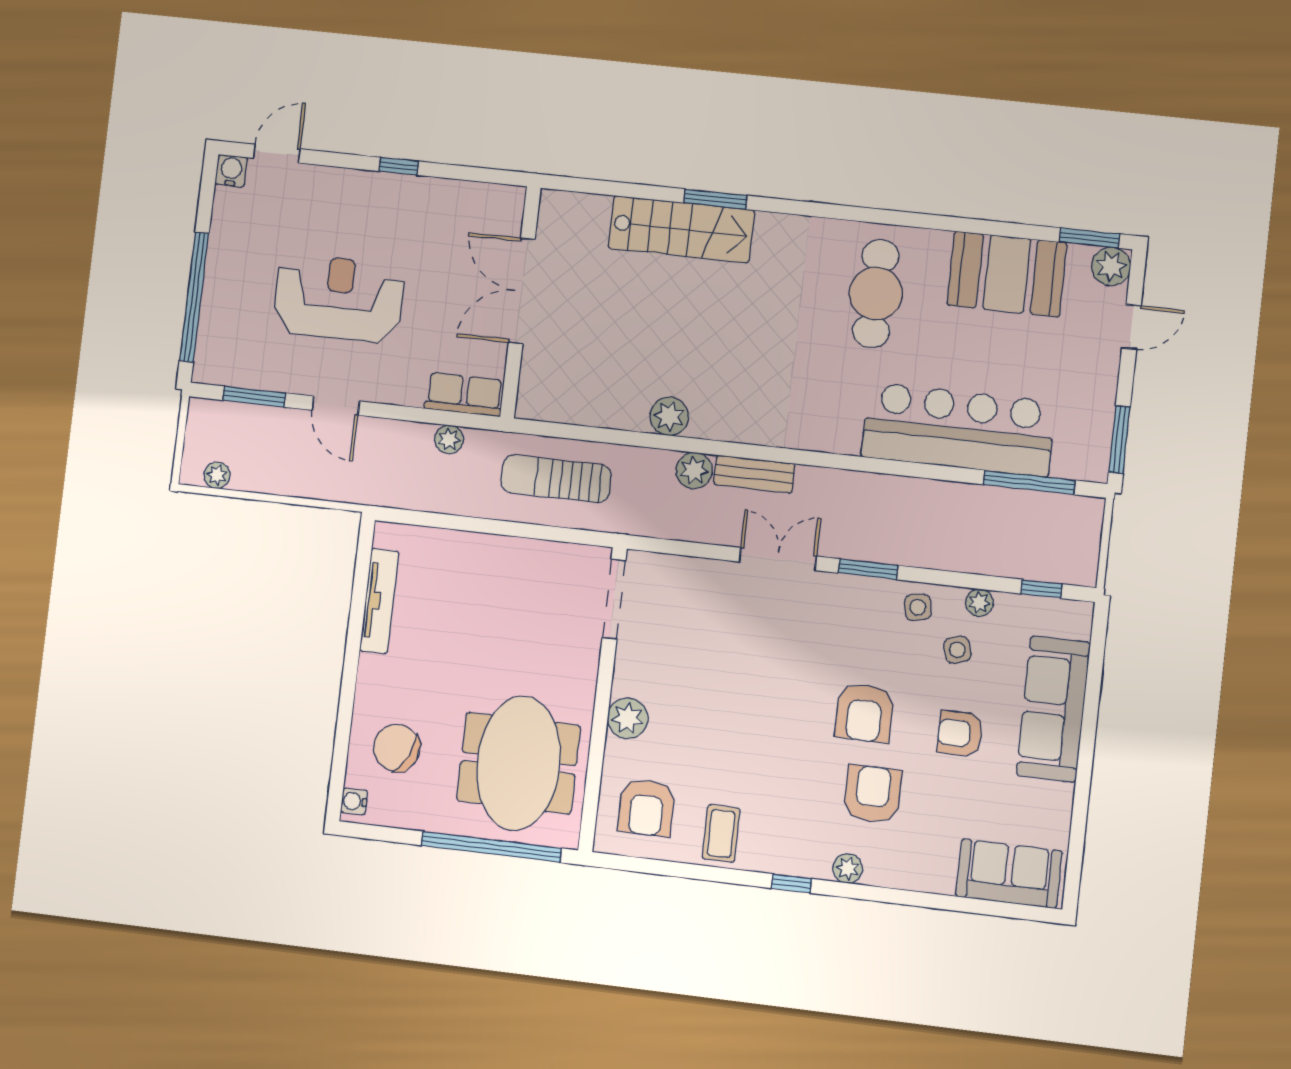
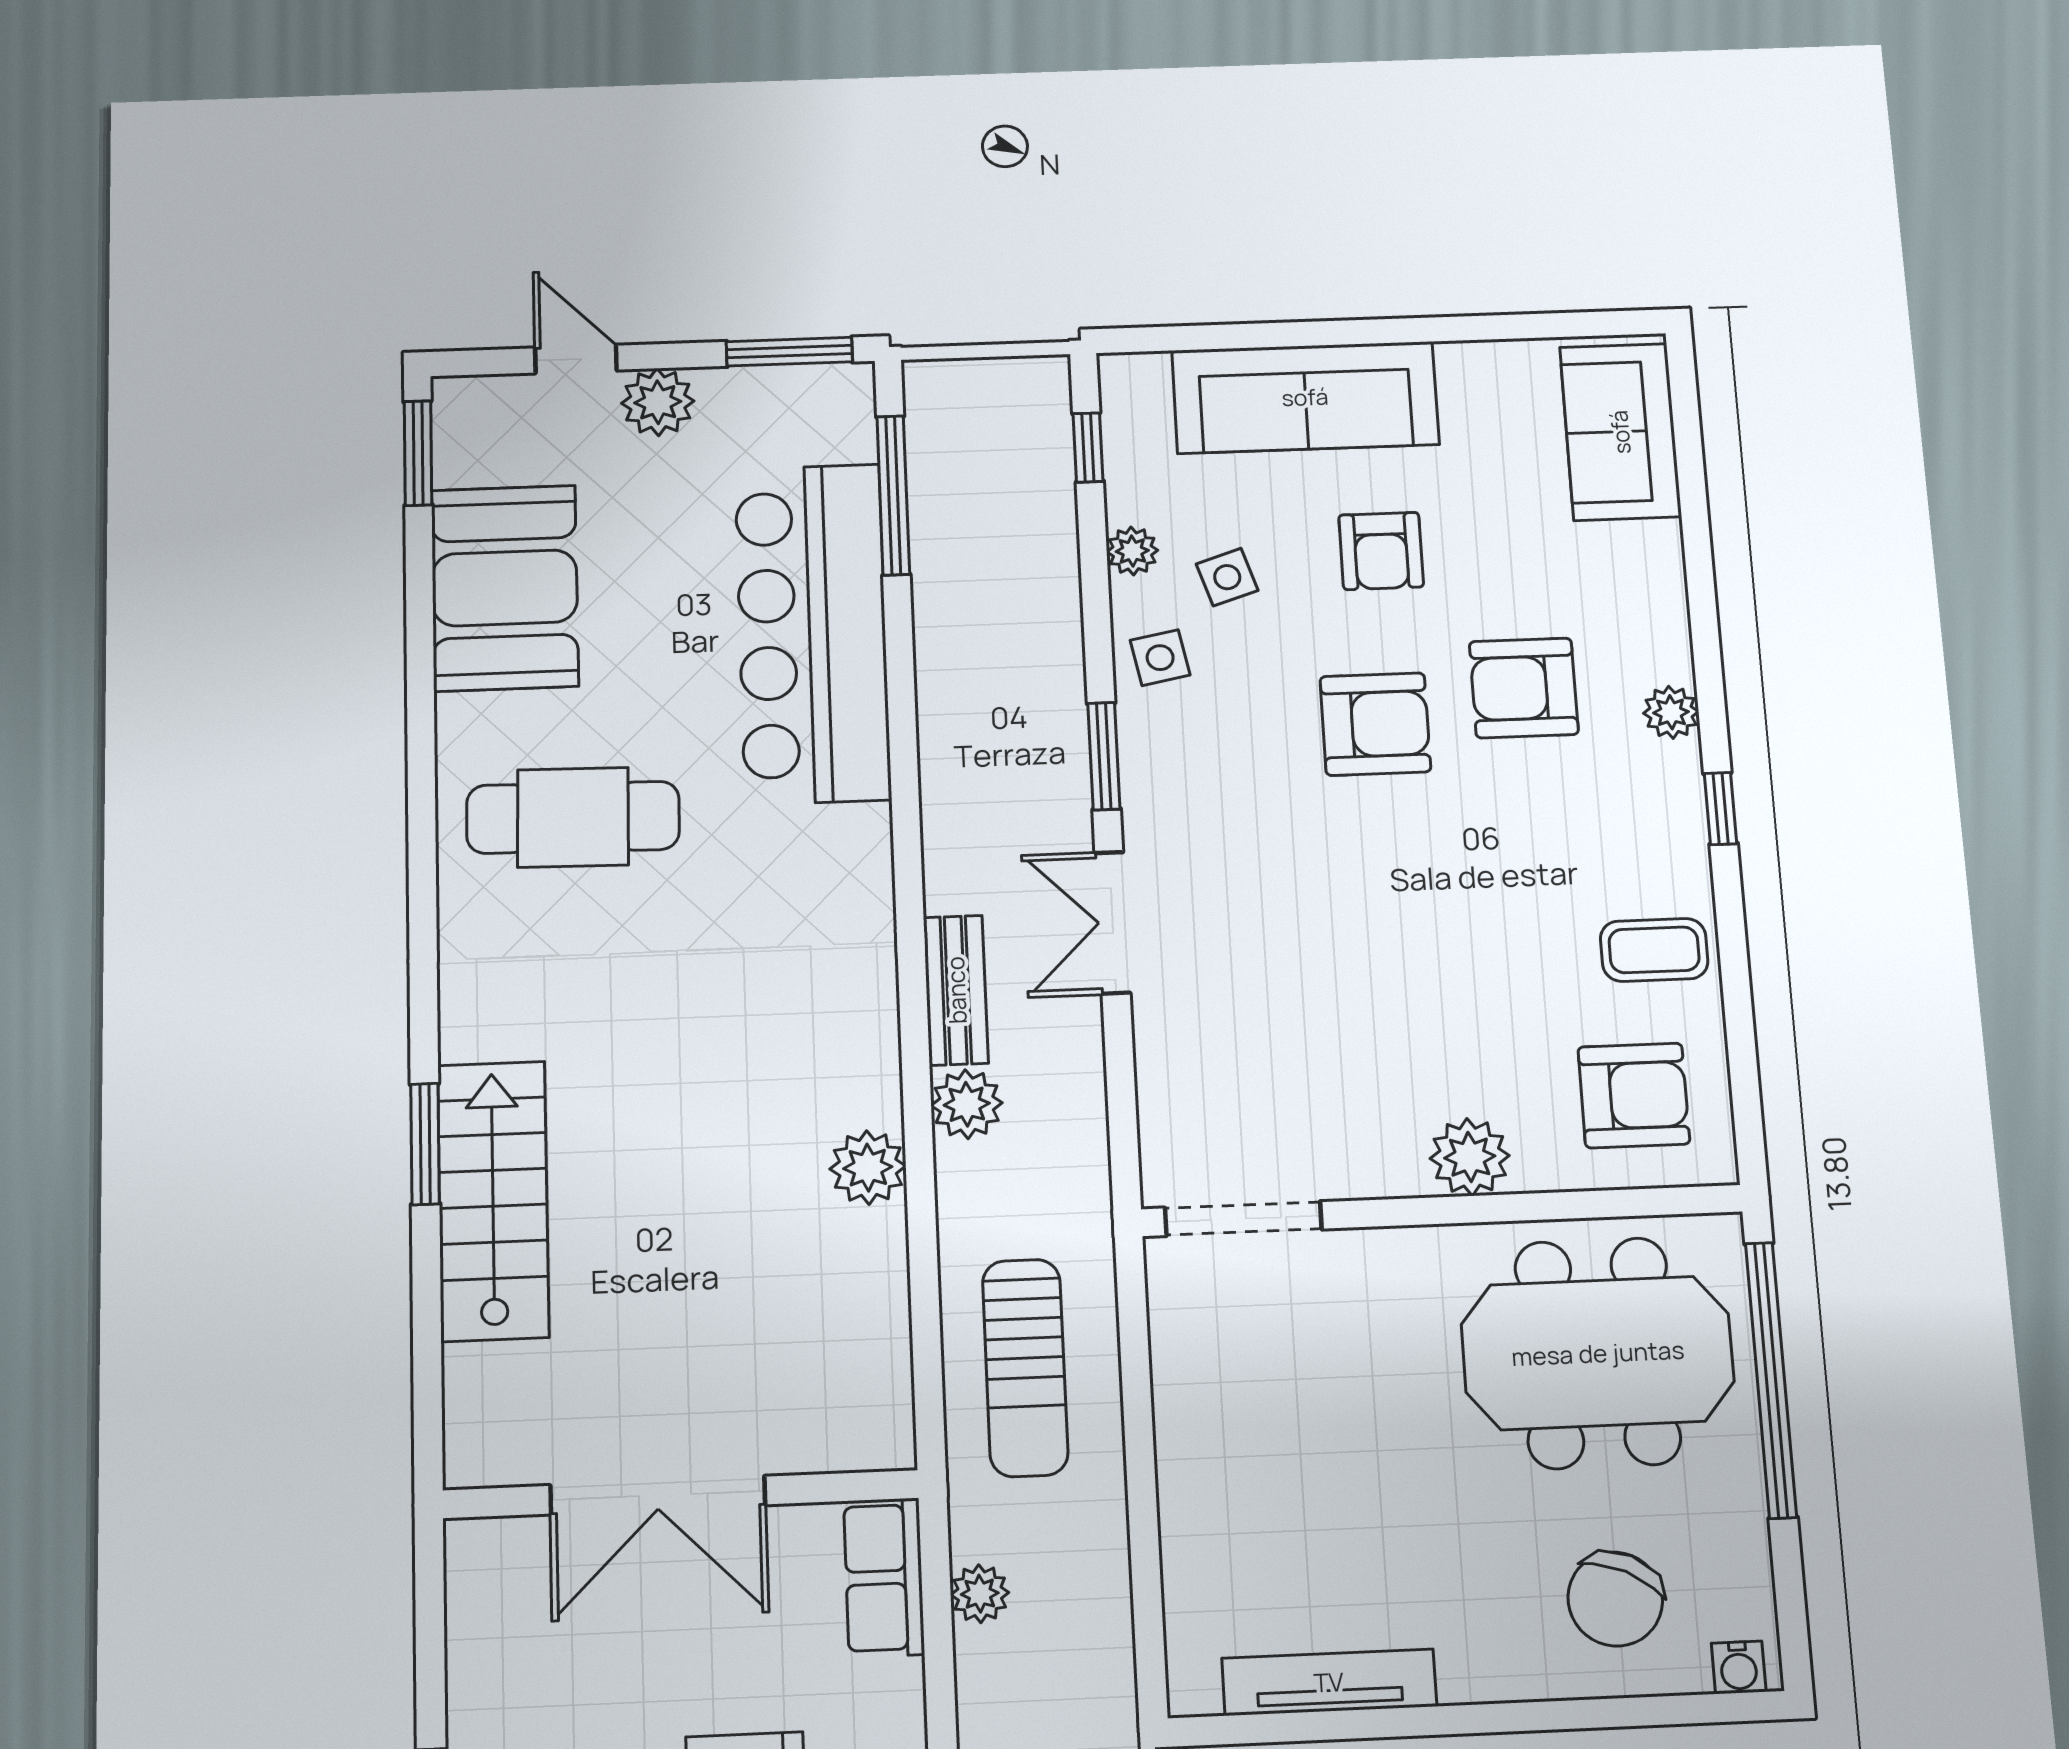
plant: (1111, 267) -> (658, 402), moved

